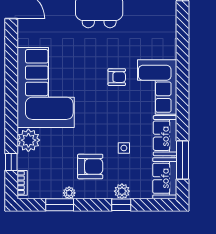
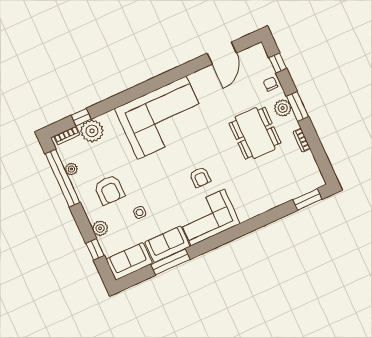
plant: (28, 140) -> (92, 131), moved
window: (183, 160) -> (170, 262), moved
plant: (69, 193) -> (71, 169), moved
window: (60, 205) -> (63, 178), width x2.11
window: (121, 205) -> (95, 249), moved

